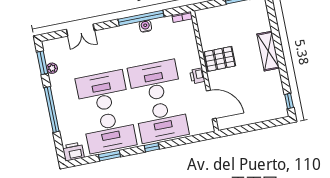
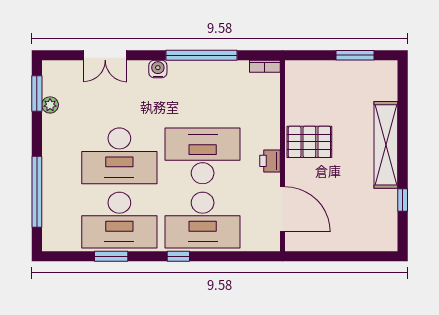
water cooler: (145, 26) -> (158, 69), moved
shelving: (268, 51) -> (386, 145), width x1.47
desk: (102, 91) -> (119, 156), turned 180
window: (289, 101) -> (403, 200), moved
window: (52, 109) -> (37, 192), moved
printer: (73, 152) -> (57, 239), removed

